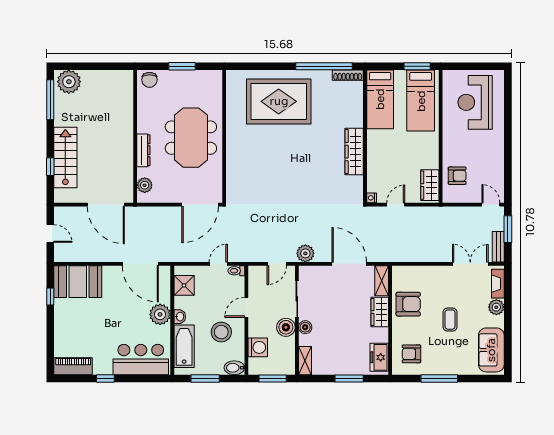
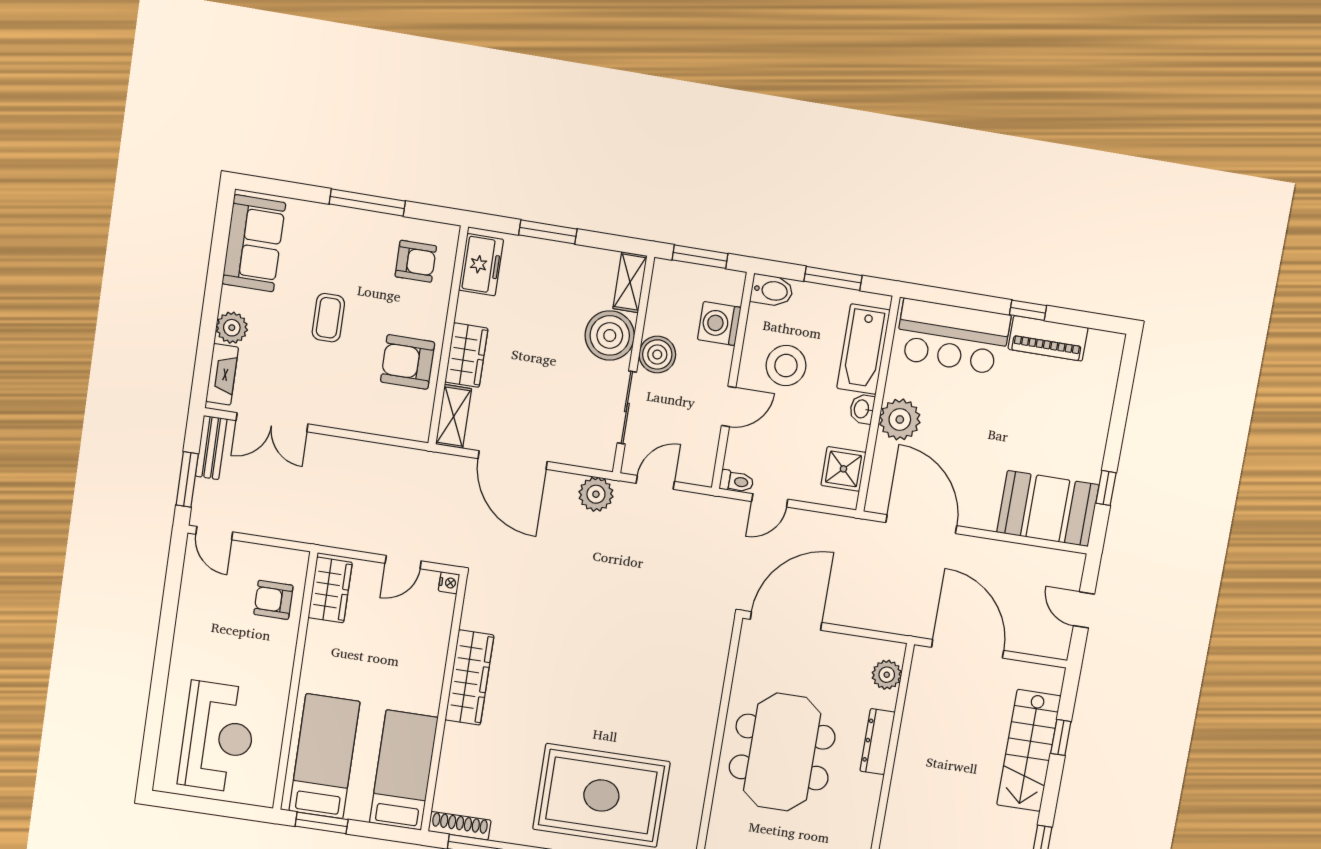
boiler: (305, 327) -> (610, 335), width x1.86, depth x1.86
piano: (73, 366) -> (1048, 338), moved

